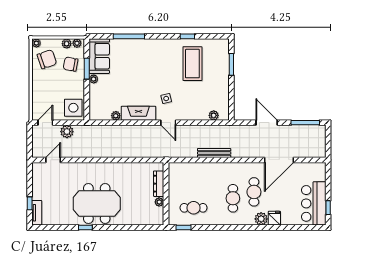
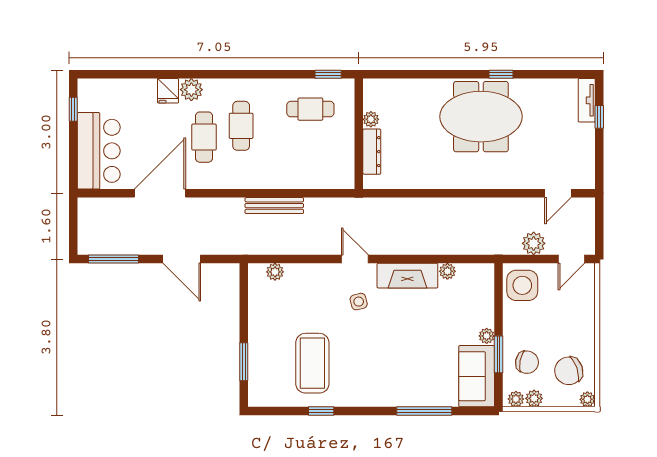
bar counter: (314, 203) -> (99, 151), moved

